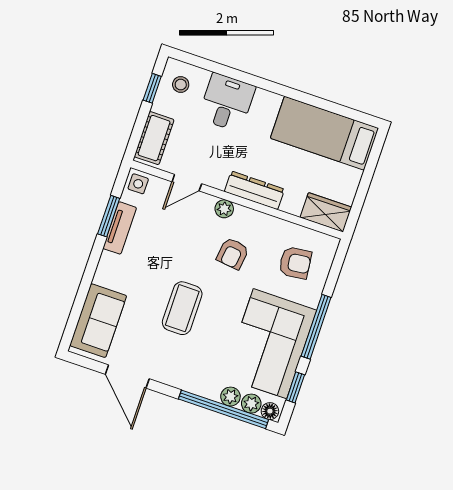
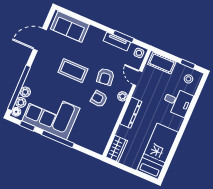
armchair: (295, 263) -> (105, 77), moved

